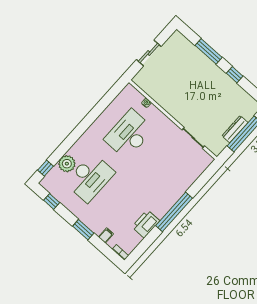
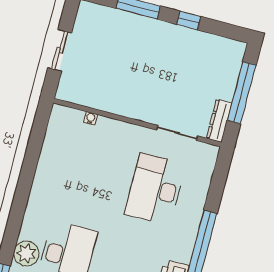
dresser: (235, 129) -> (219, 121), moved
desk: (129, 134) -> (155, 189), moved

